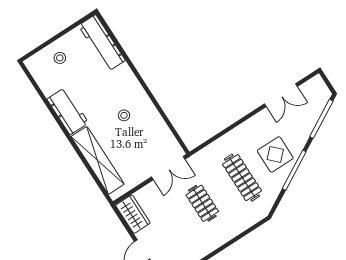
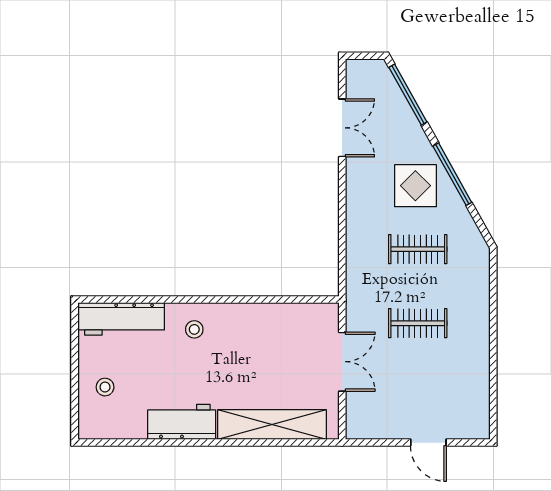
stool: (124, 115) -> (194, 329), moved
double door: (168, 168) -> (342, 362), moved
clothes rail: (242, 178) -> (418, 249), width x0.73
wardrobe: (133, 214) -> (373, 424), removed

